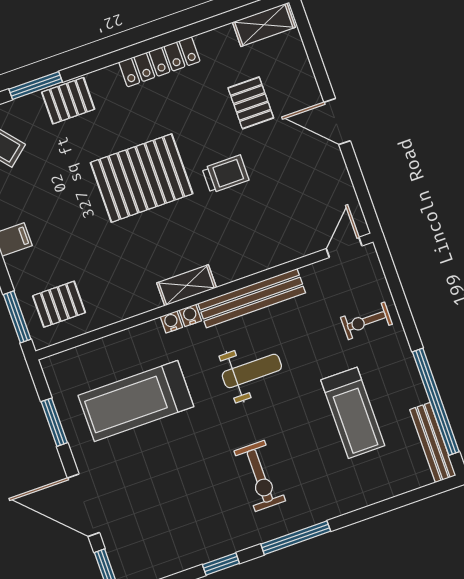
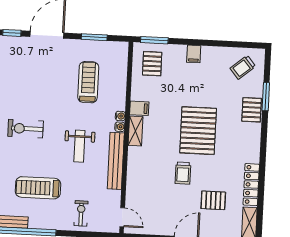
locker: (159, 62) -> (251, 185), moved
filing cabinet: (145, 295) -> (139, 108), added
treadmill: (136, 401) -> (88, 82), width x0.73, depth x0.73

